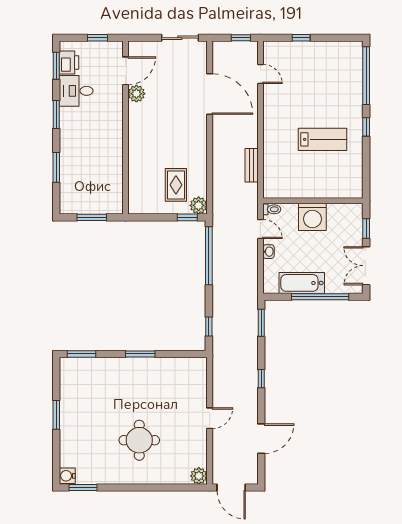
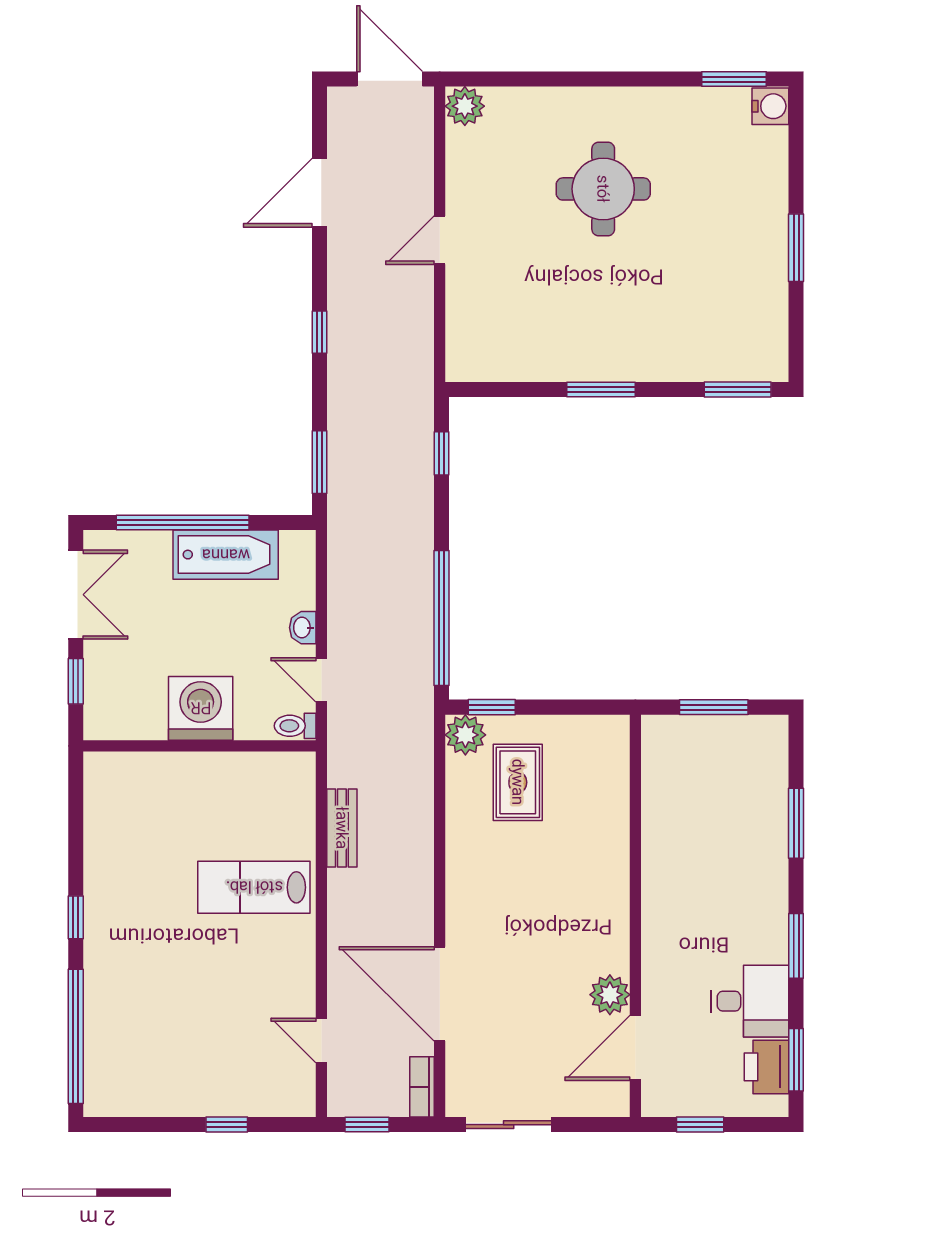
bookcase: (217, 54) -> (422, 1087), added
lab bench: (322, 139) -> (254, 887), moved

